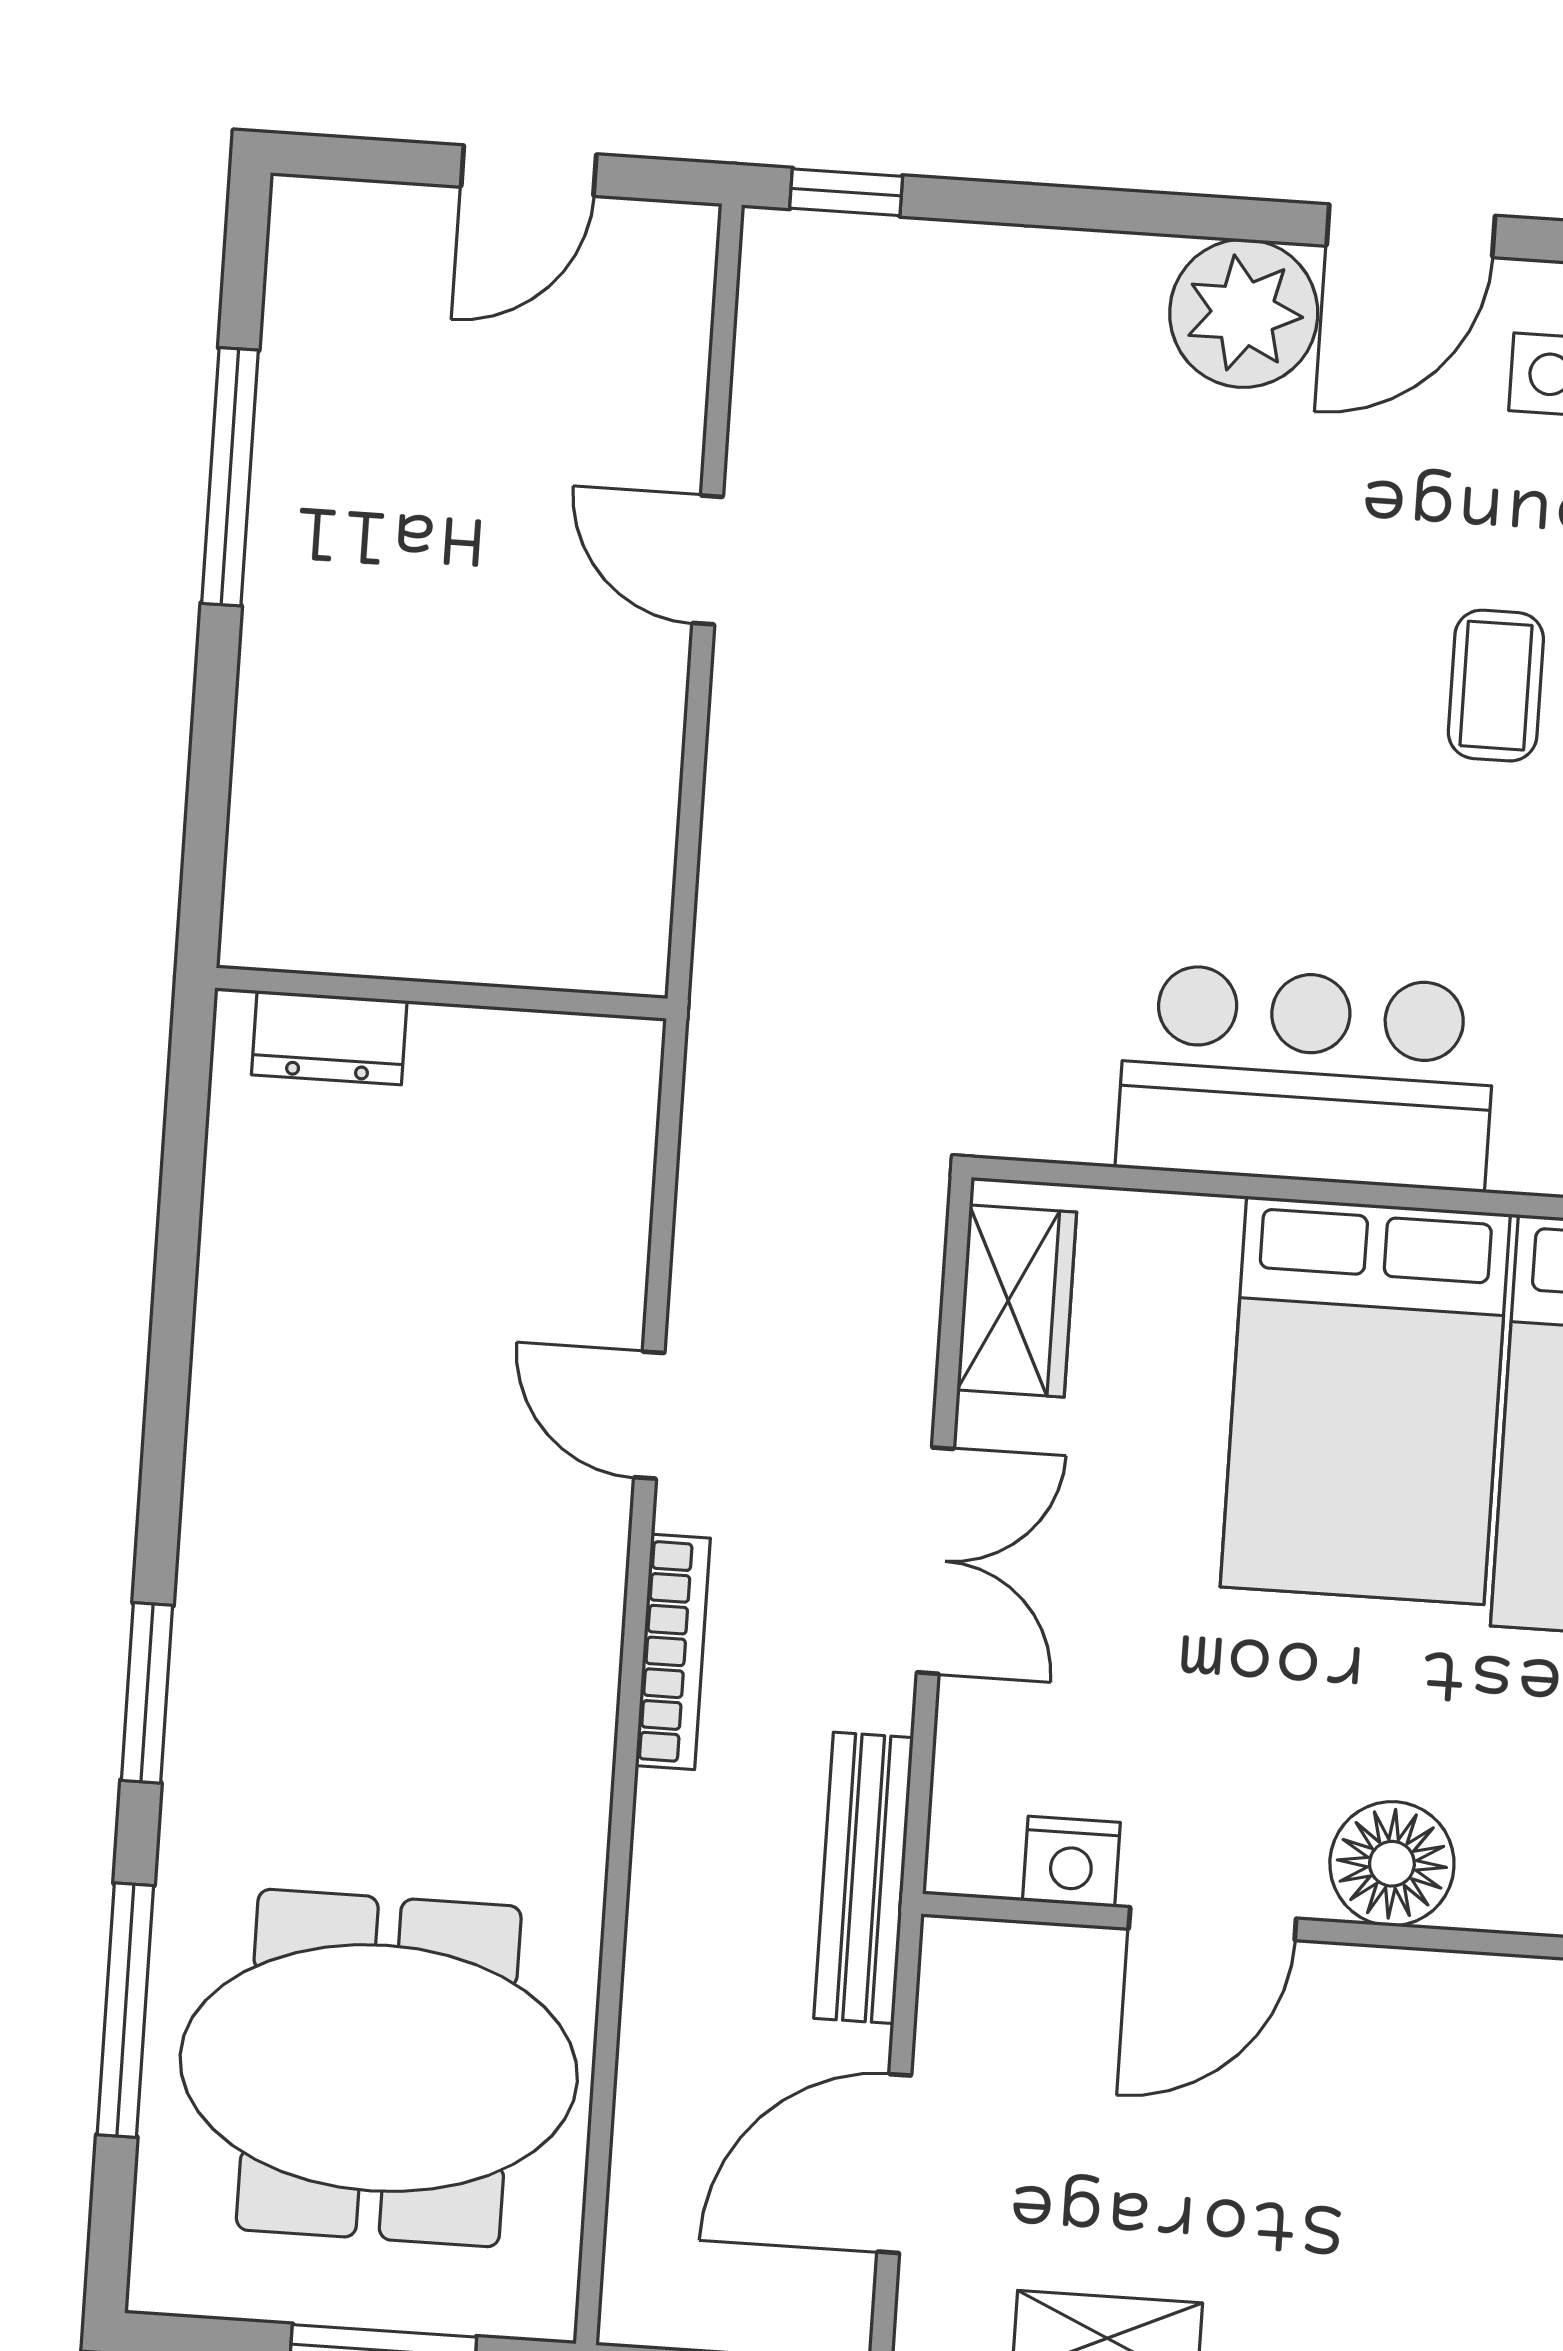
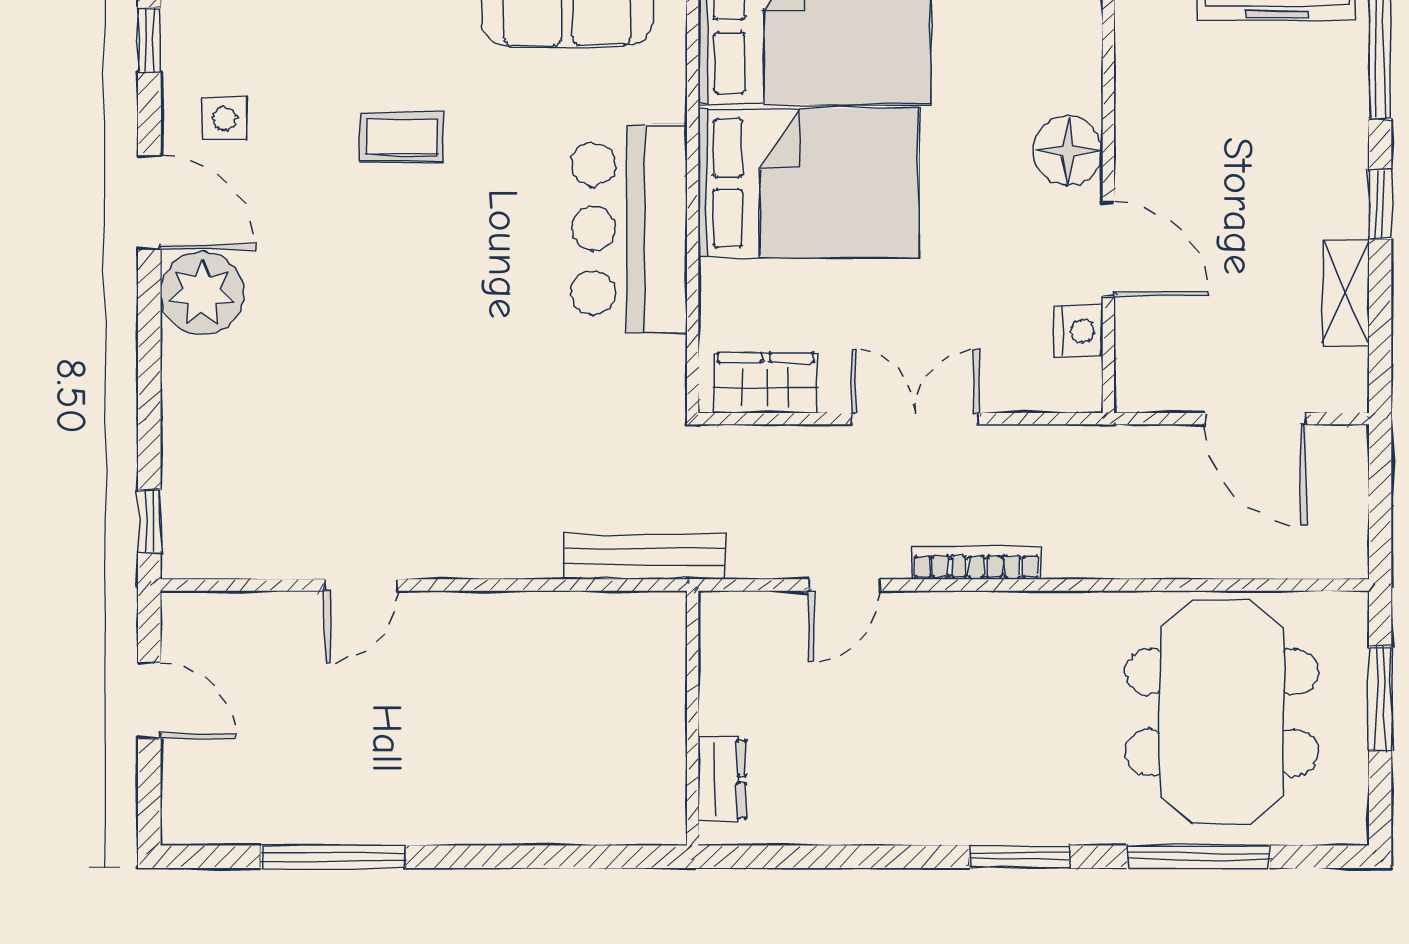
wall: (441, 993) -> (693, 718), moved
dresser: (329, 1038) -> (722, 779), moved
bench: (864, 1878) -> (645, 557), moved

